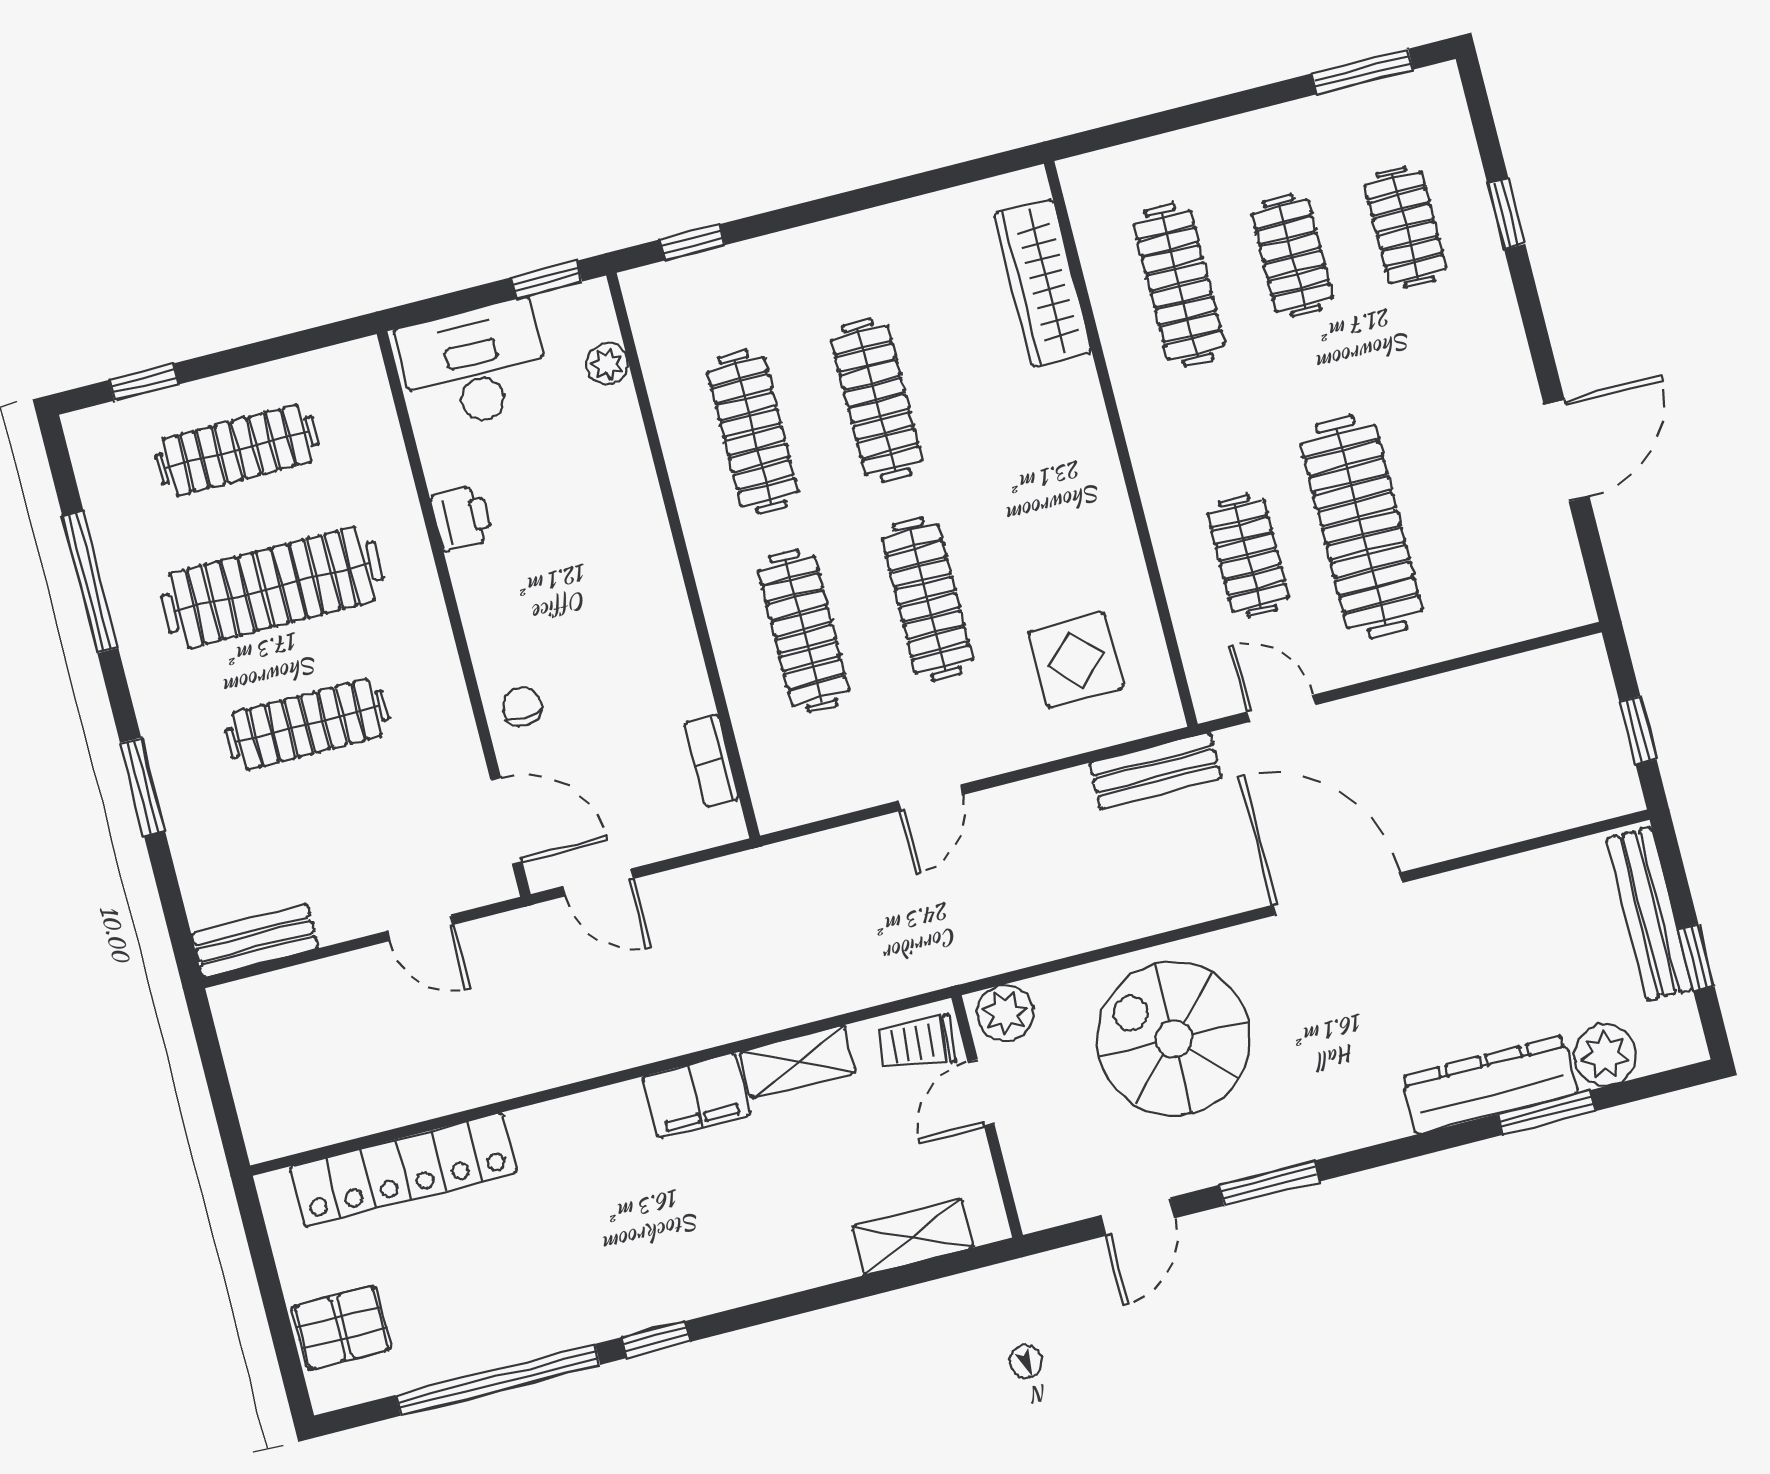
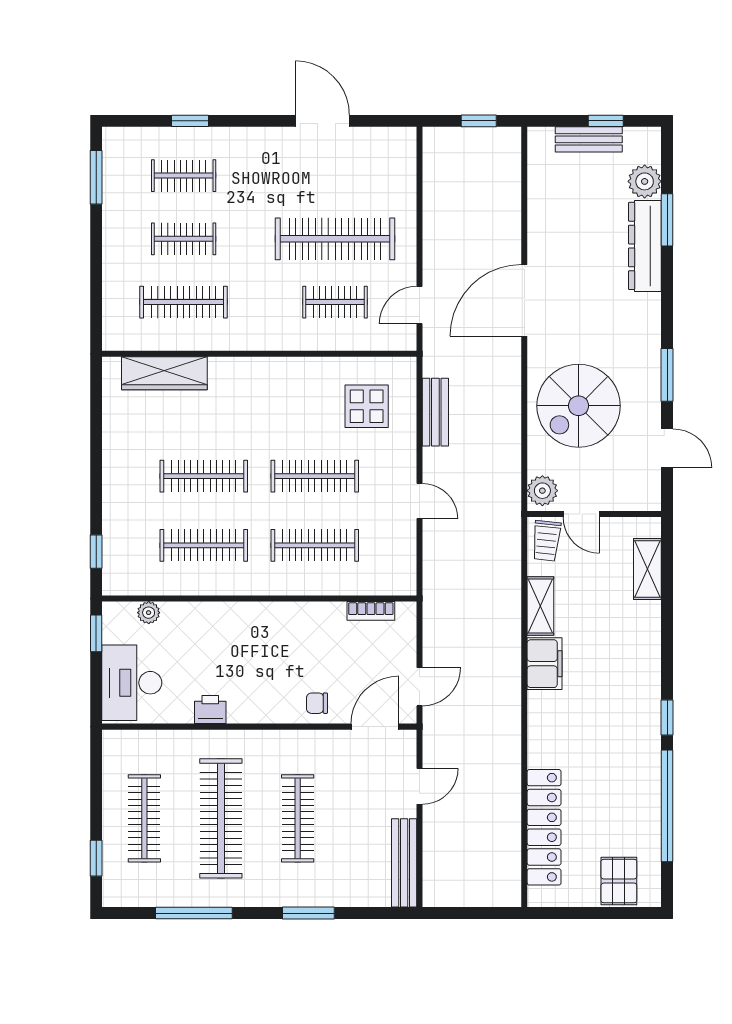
bench: (1155, 771) -> (435, 412), moved
bench: (1649, 914) -> (589, 139), width x0.73
bench: (255, 941) -> (404, 863), width x1.36

